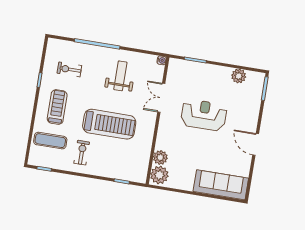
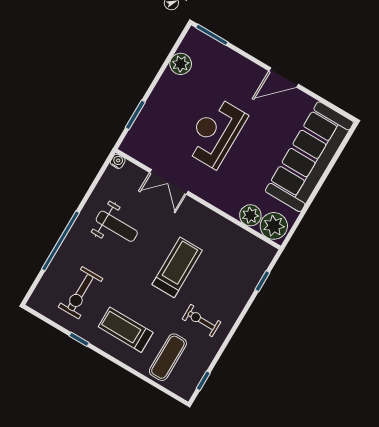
exercise bike: (69, 69) -> (80, 293), width x1.38, depth x1.39
weight bench: (120, 76) -> (117, 226), turned 180
treadmill: (109, 124) -> (177, 267), width x0.73, depth x0.73
sofa: (221, 185) -> (309, 157), width x1.36, depth x1.27

